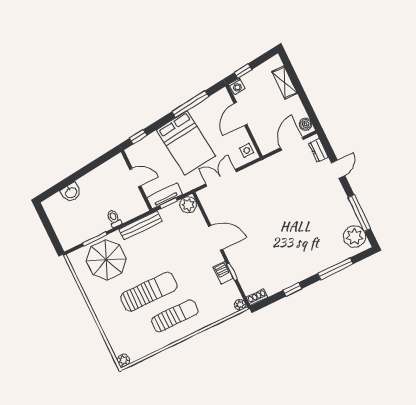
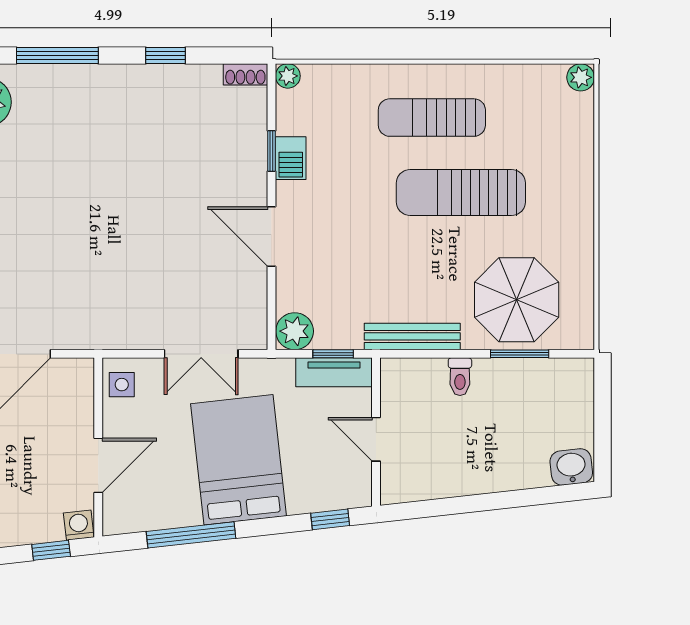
washbasin: (71, 192) -> (571, 467), moved

